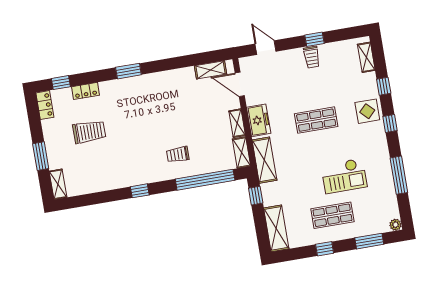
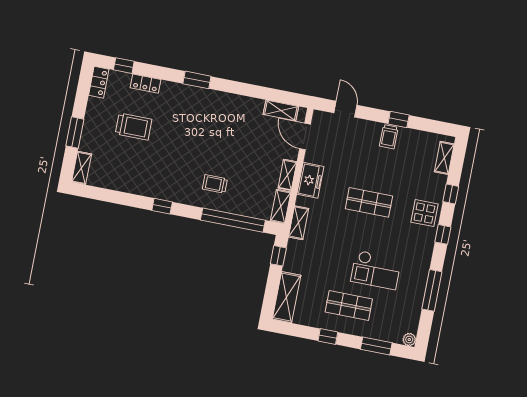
shelving: (264, 160) -> (299, 223), width x0.67, depth x0.75

